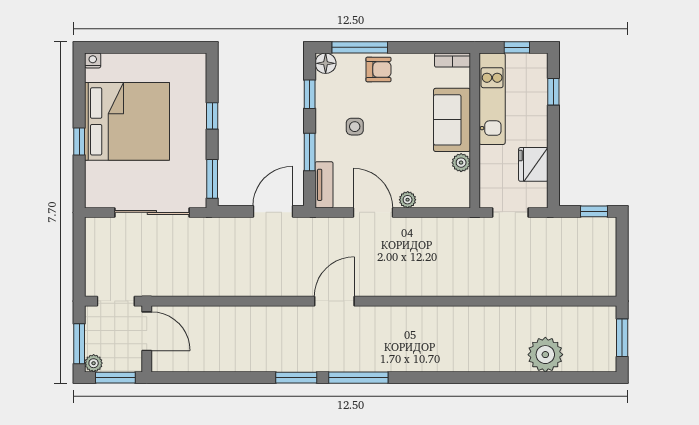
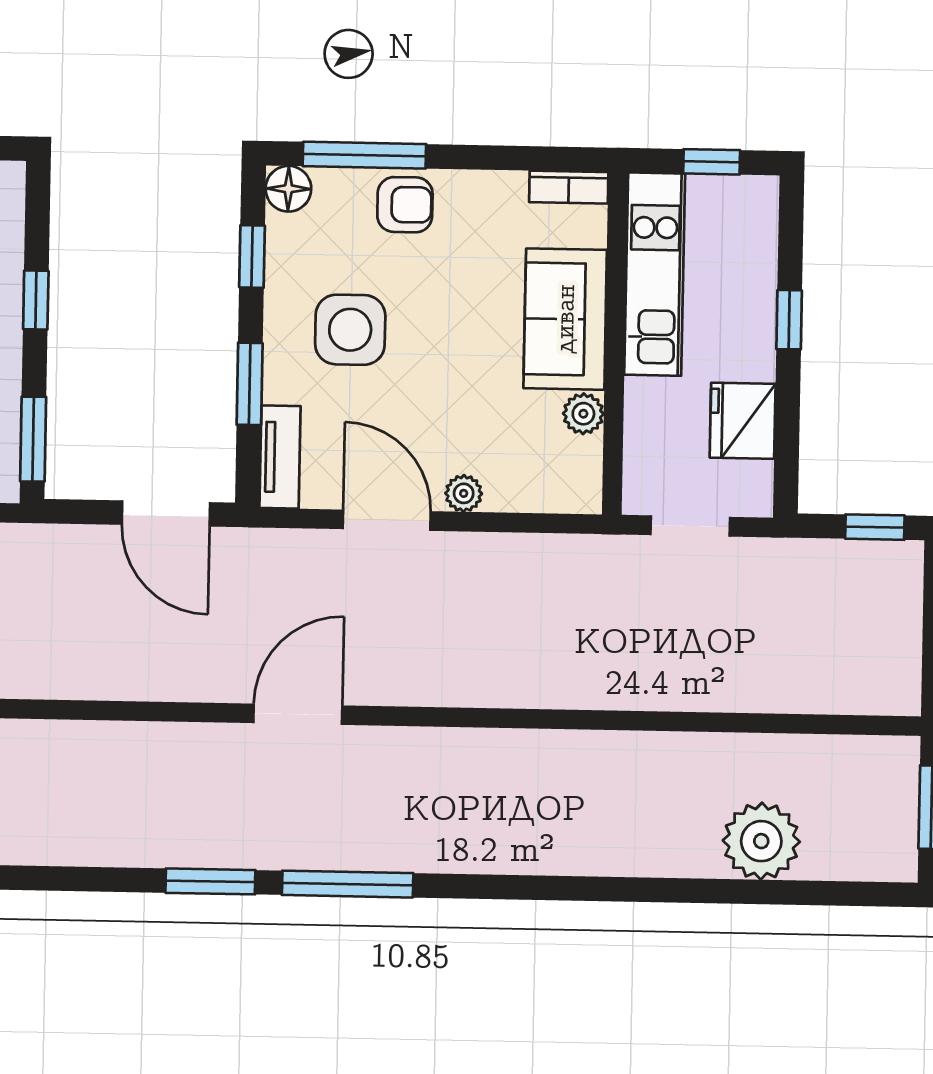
window: (553, 92) -> (789, 320), moved
side table: (355, 127) -> (350, 330), width x1.87, depth x1.87
door: (273, 211) -> (166, 513), swing flipped

